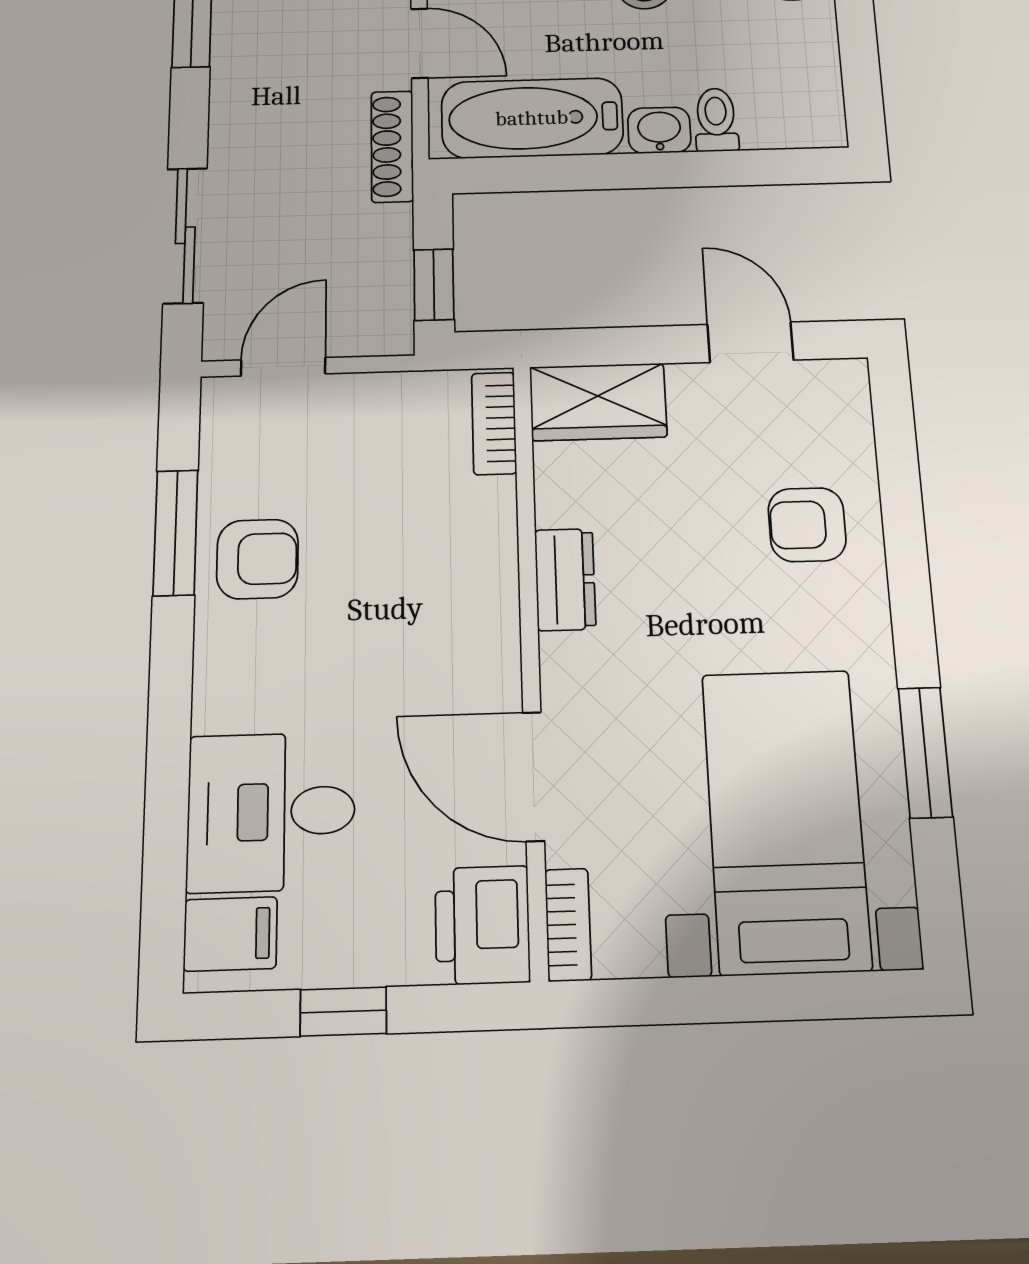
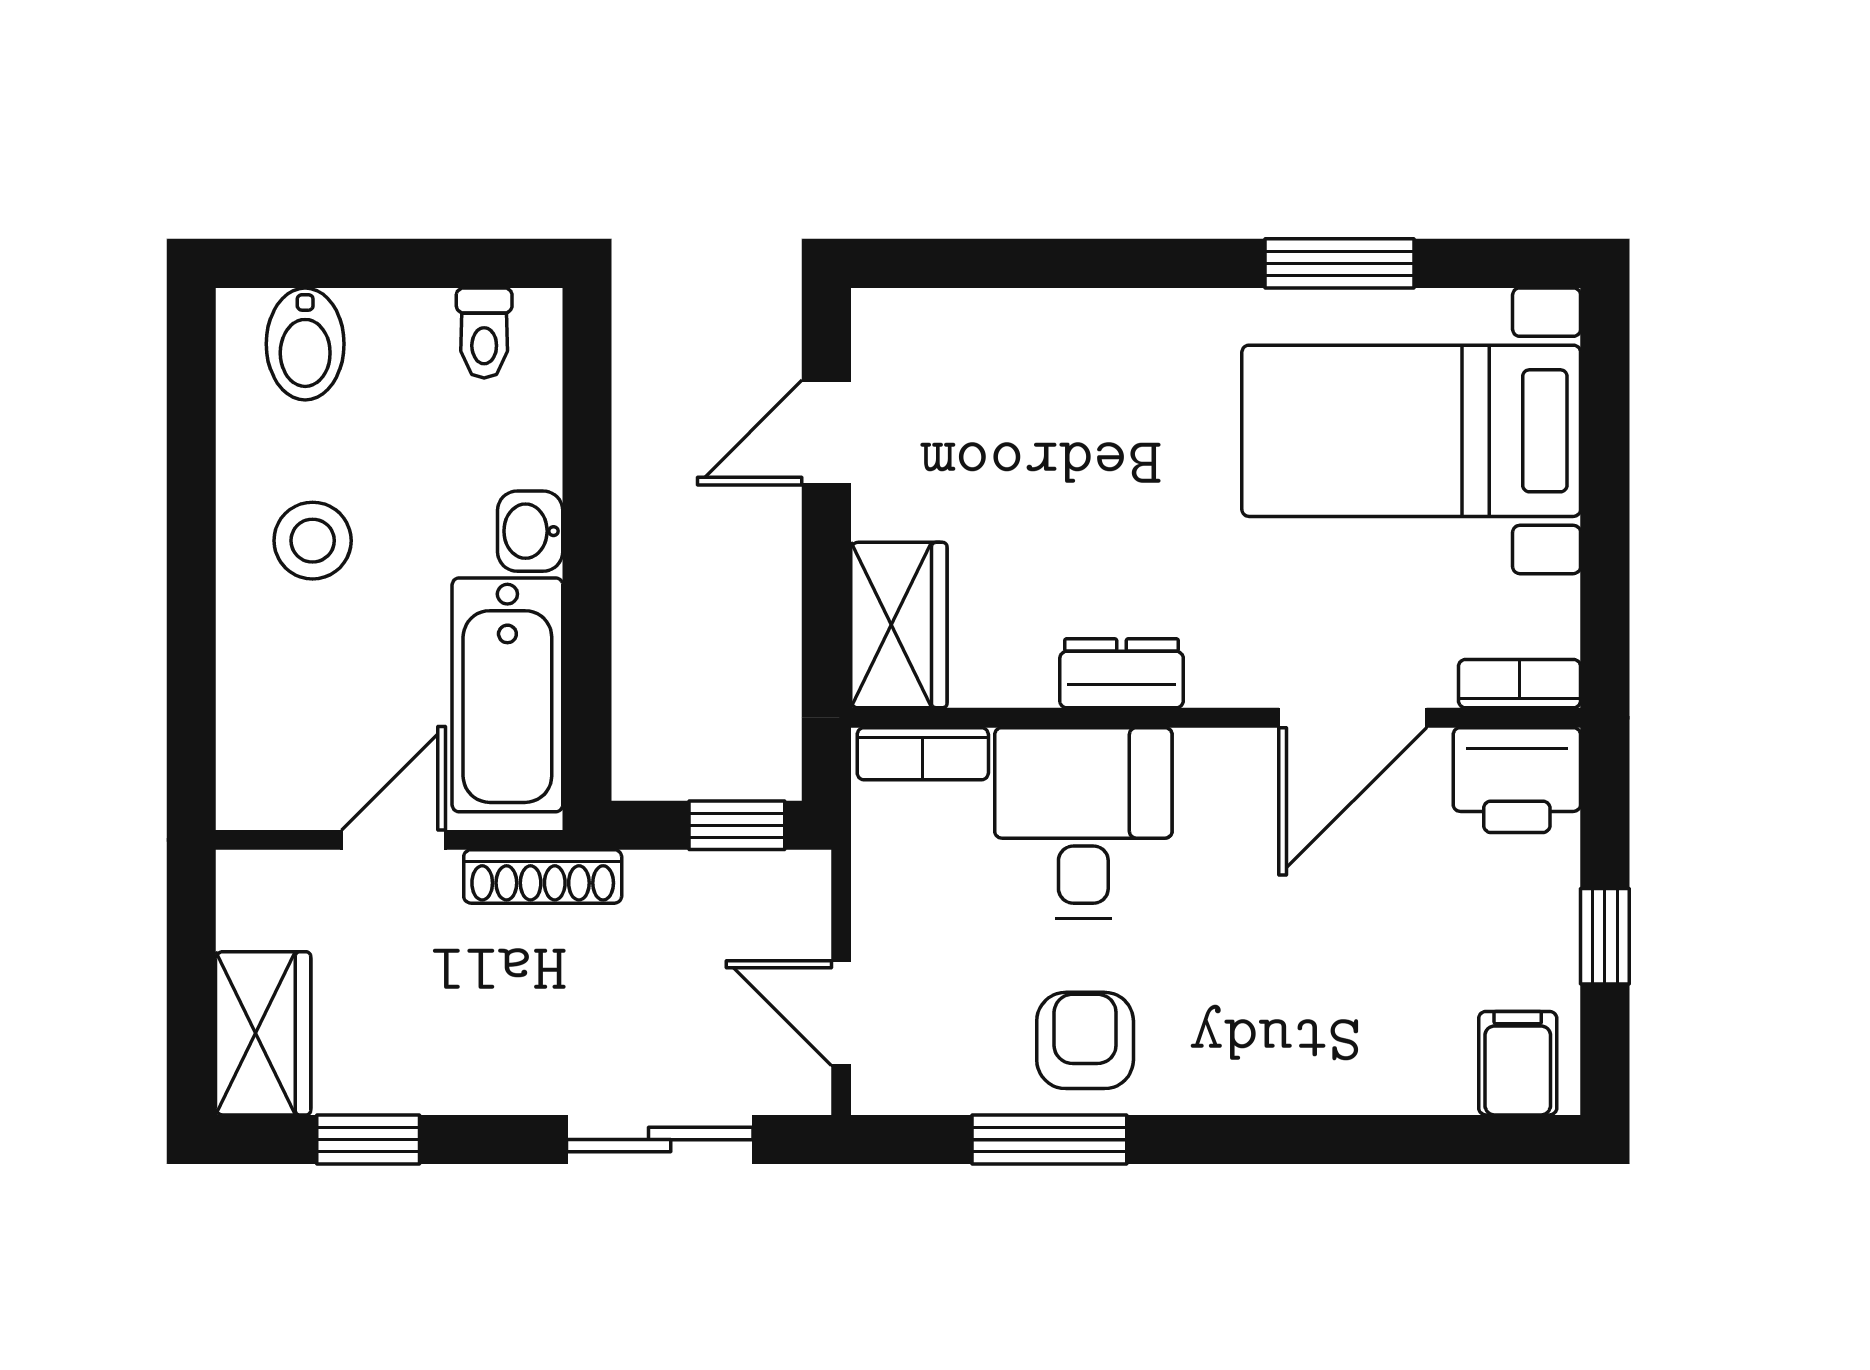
toilet: (716, 120) -> (484, 333), moved, turned -90
armchair: (807, 525) -> (1063, 380), removed
desk: (271, 812) -> (1083, 823), moved, turned 180

